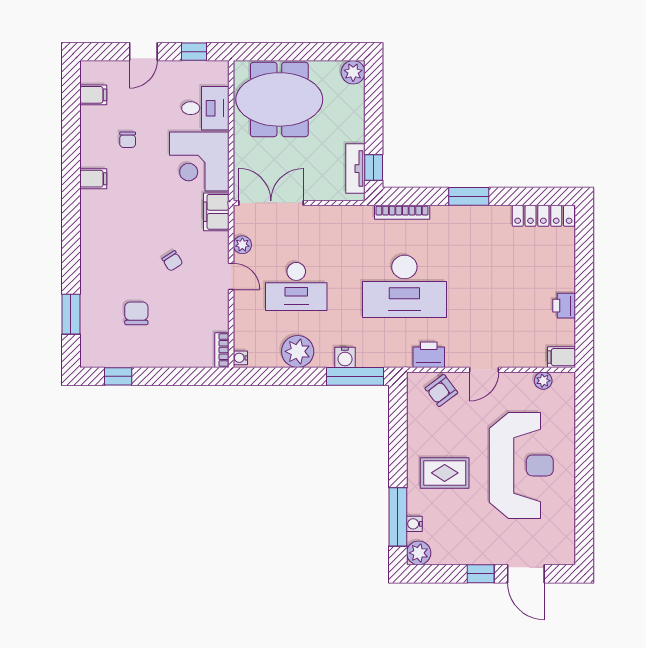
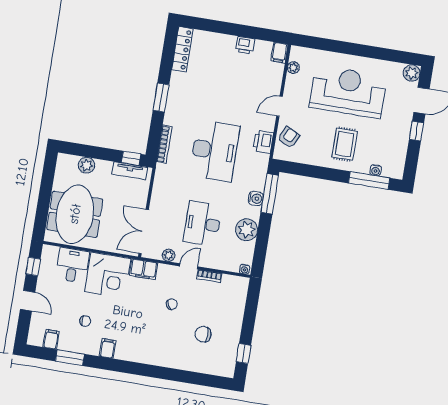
plant: (353, 72) -> (86, 165), moved
desk: (296, 286) -> (203, 224), turned 180
window: (71, 314) -> (70, 358), moved
bookcase: (222, 350) -> (209, 276), moved
door: (484, 370) -> (279, 106), swing flipped
armchair: (441, 391) -> (289, 137), turned -117
plant: (419, 553) -> (412, 73), moved

